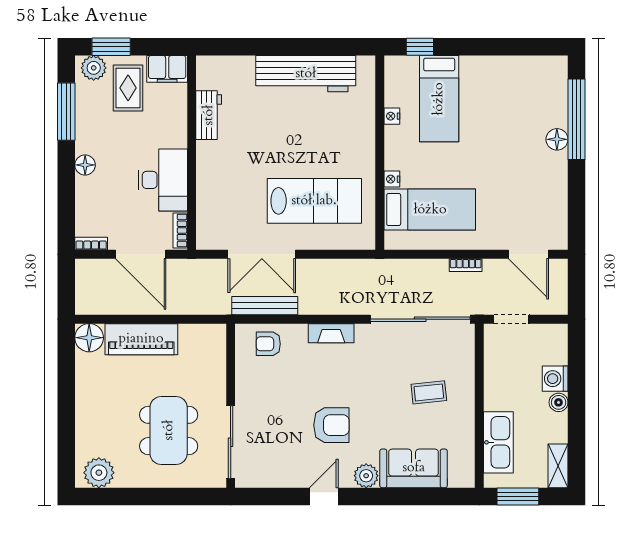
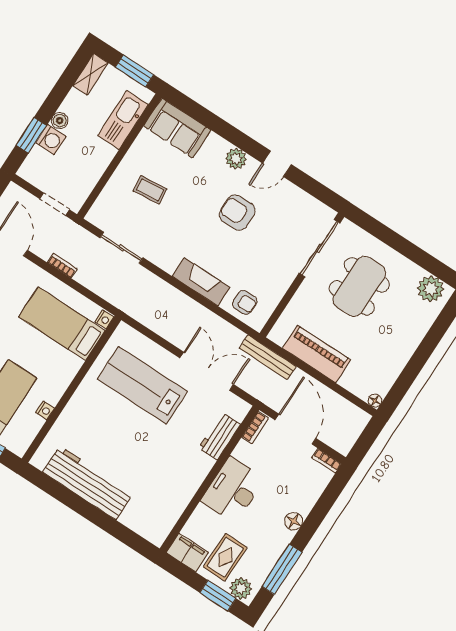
workbench: (209, 115) -> (220, 436), moved
nightstand: (392, 179) -> (104, 319), moved
desk: (163, 180) -> (233, 490), moved
bench: (265, 306) -> (268, 357), moved
sliding door: (420, 319) -> (121, 248), width x0.54
fireplace: (331, 333) -> (201, 282), width x1.37, depth x1.32
floor lamp: (89, 338) -> (375, 401), width x0.53, depth x0.53
piano: (141, 339) -> (317, 354), moved
window: (576, 371) -> (31, 135), added
sofa: (414, 468) -> (177, 128), moved

